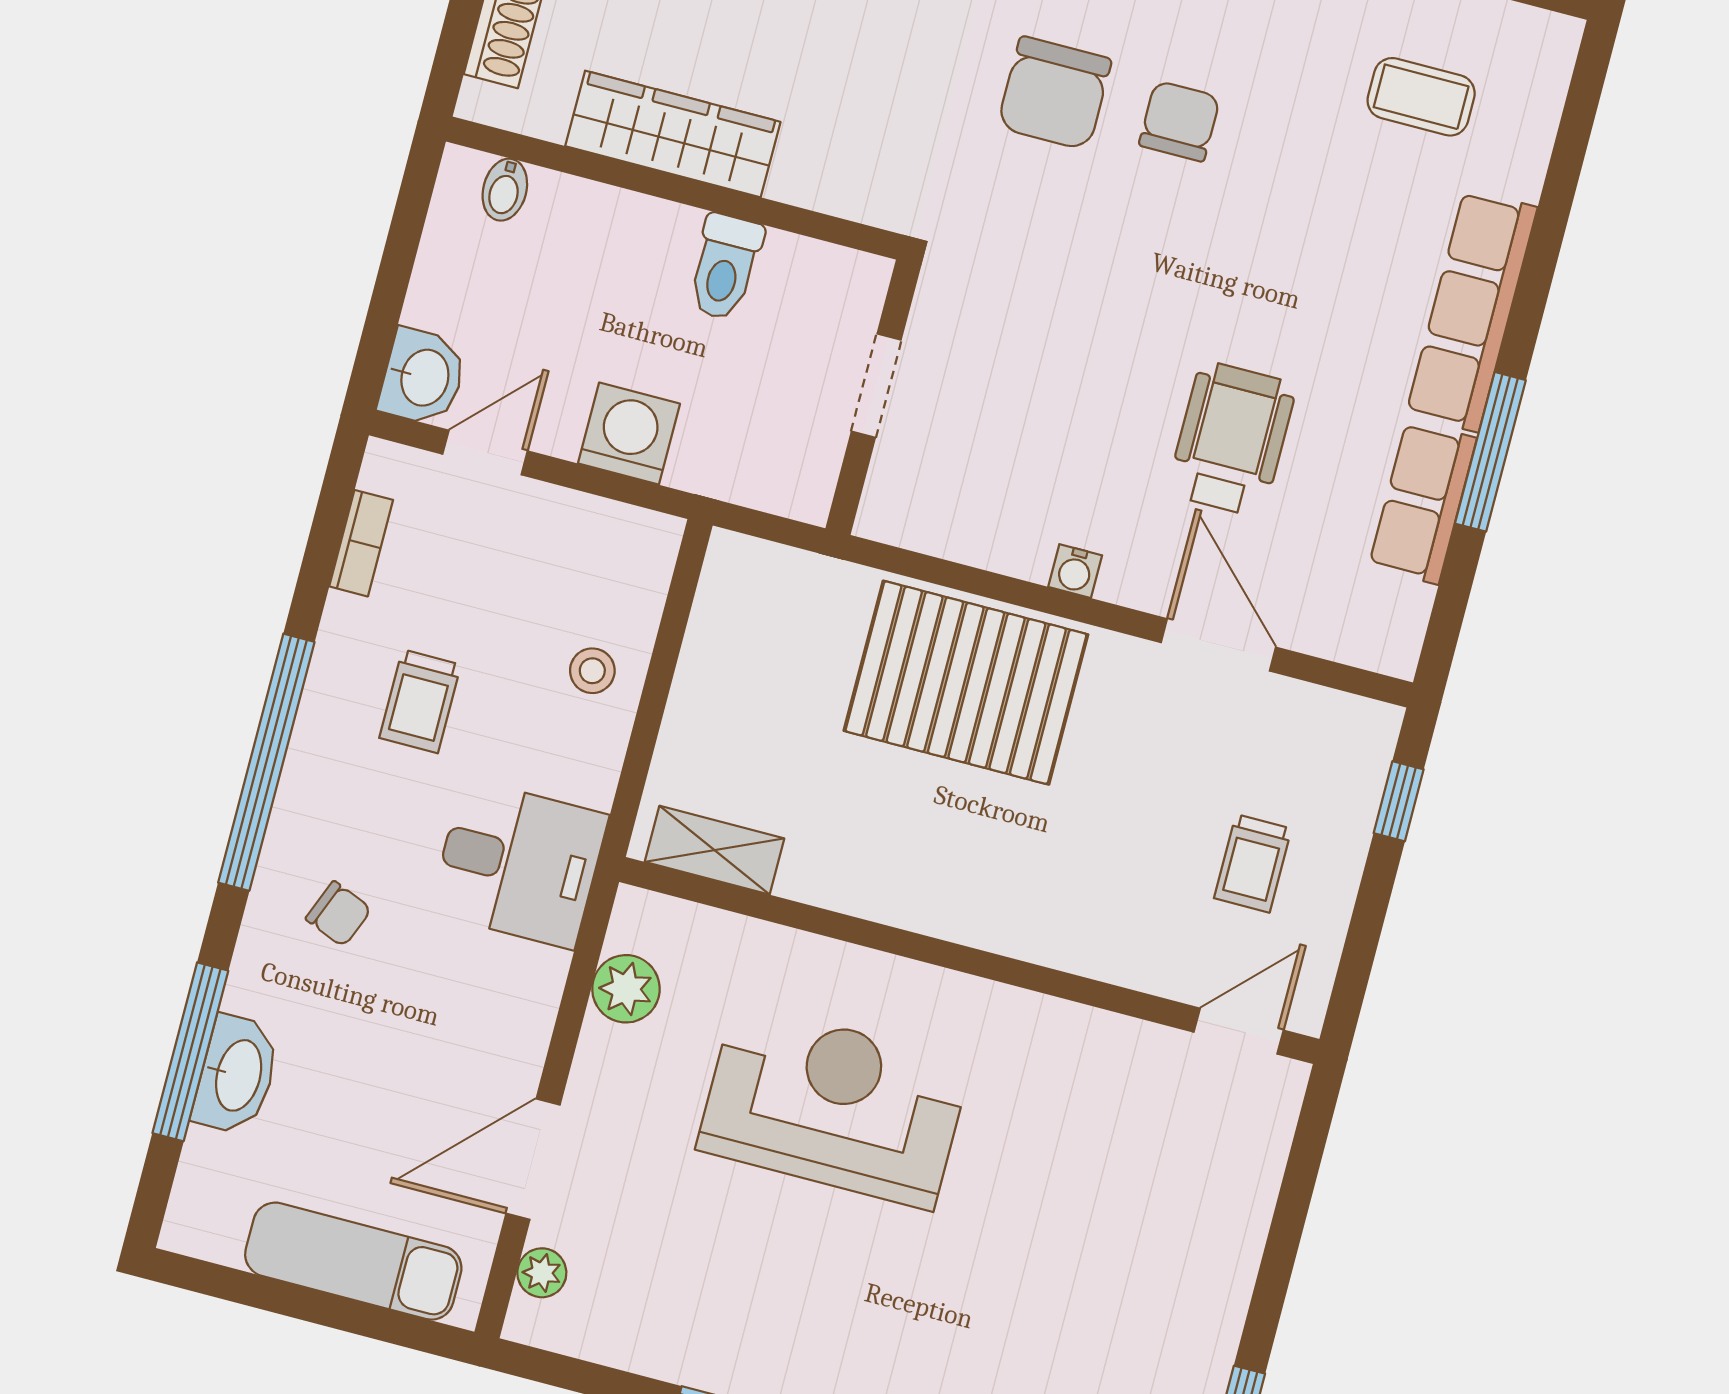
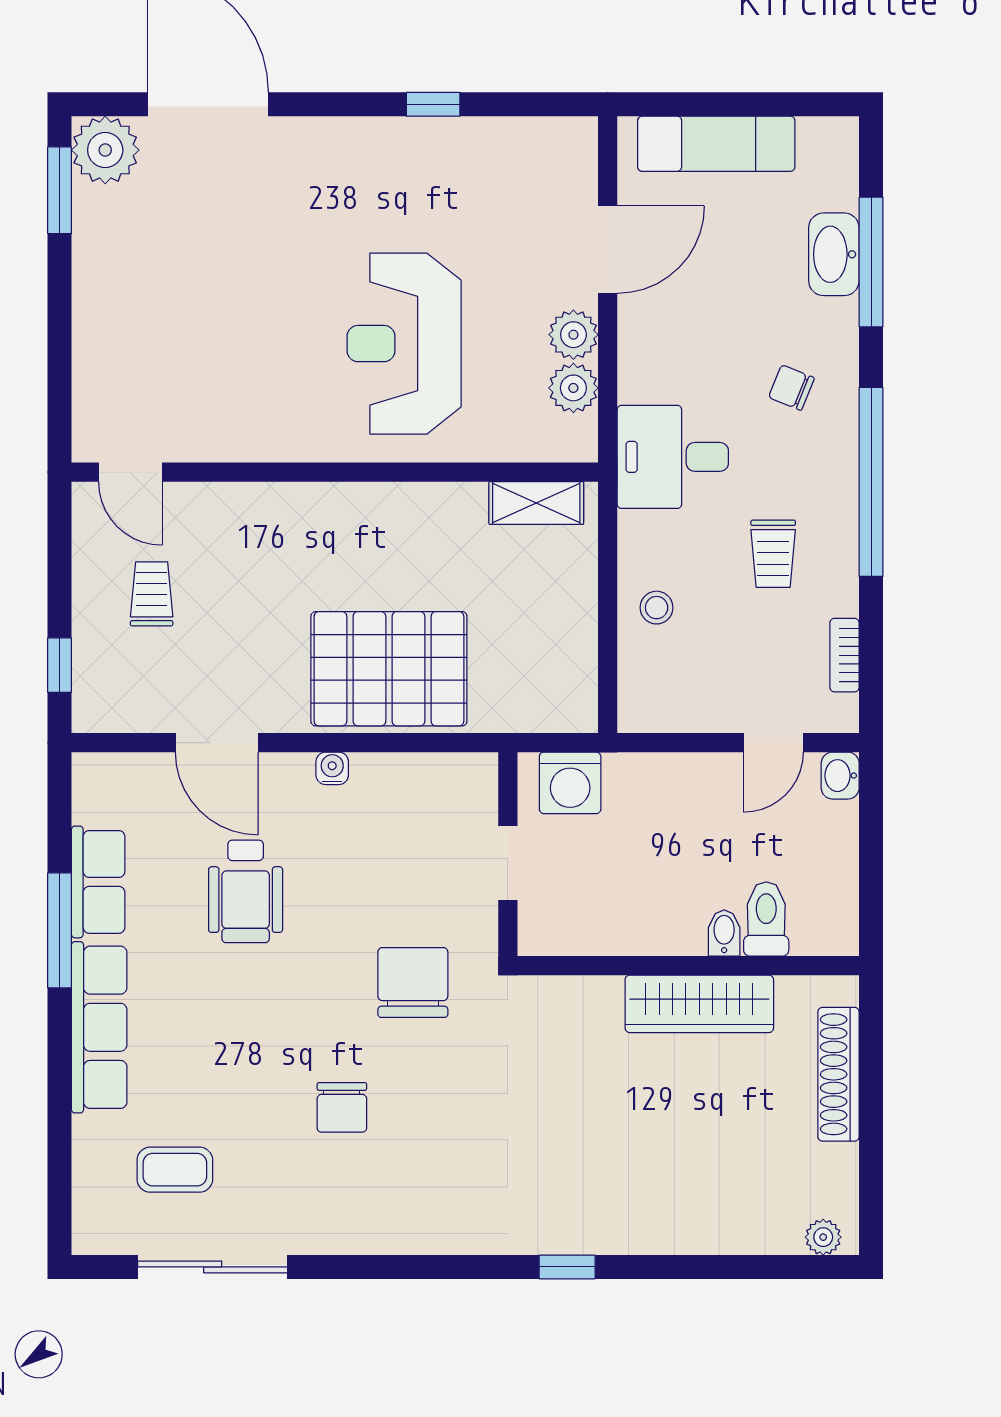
chair: (1054, 93) -> (413, 982), moved
bidet: (505, 190) -> (724, 933), moved
toilet: (725, 267) -> (766, 919), moved
washbasin: (423, 377) -> (840, 776), width x0.72, depth x0.69
washing machine: (629, 434) -> (570, 783), moved
trolley: (420, 701) -> (773, 554), turned 180
door: (1239, 1031) -> (130, 472), hinge flipped
reception desk: (834, 1106) -> (404, 344), turned 90
plant: (542, 1273) -> (573, 335), moved, width x1.38, depth x1.38

